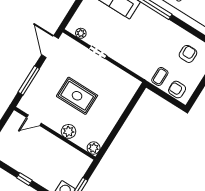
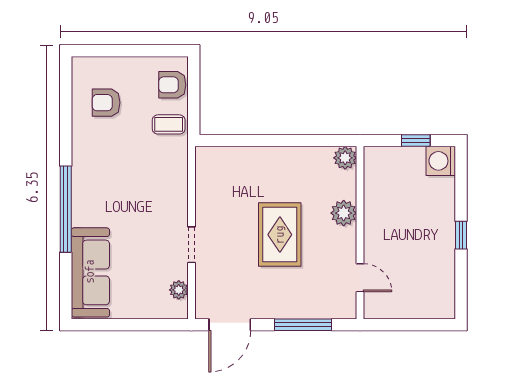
armchair: (177, 90) -> (172, 85), turned 90

